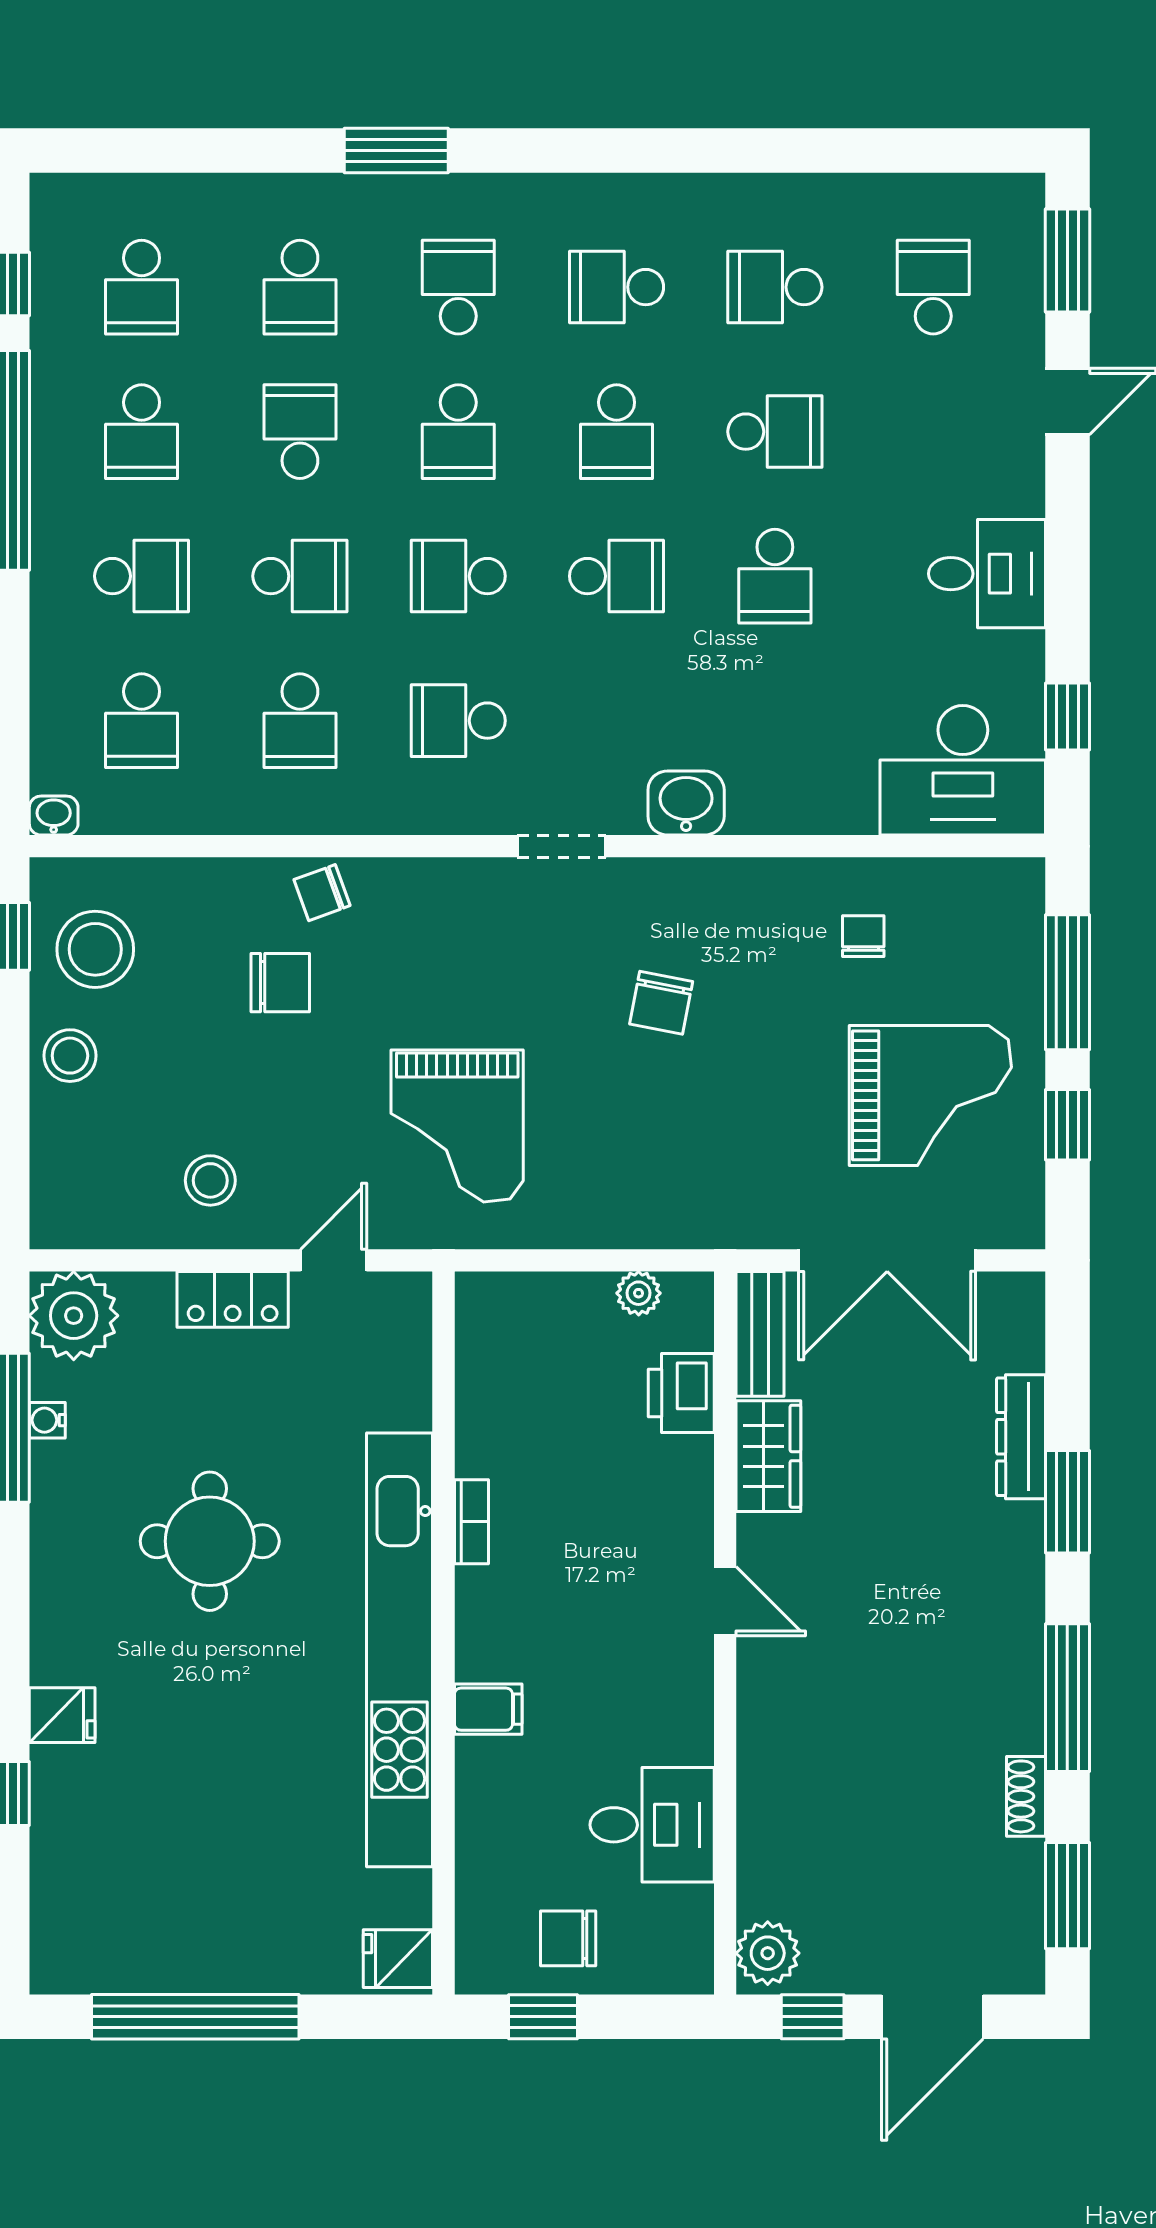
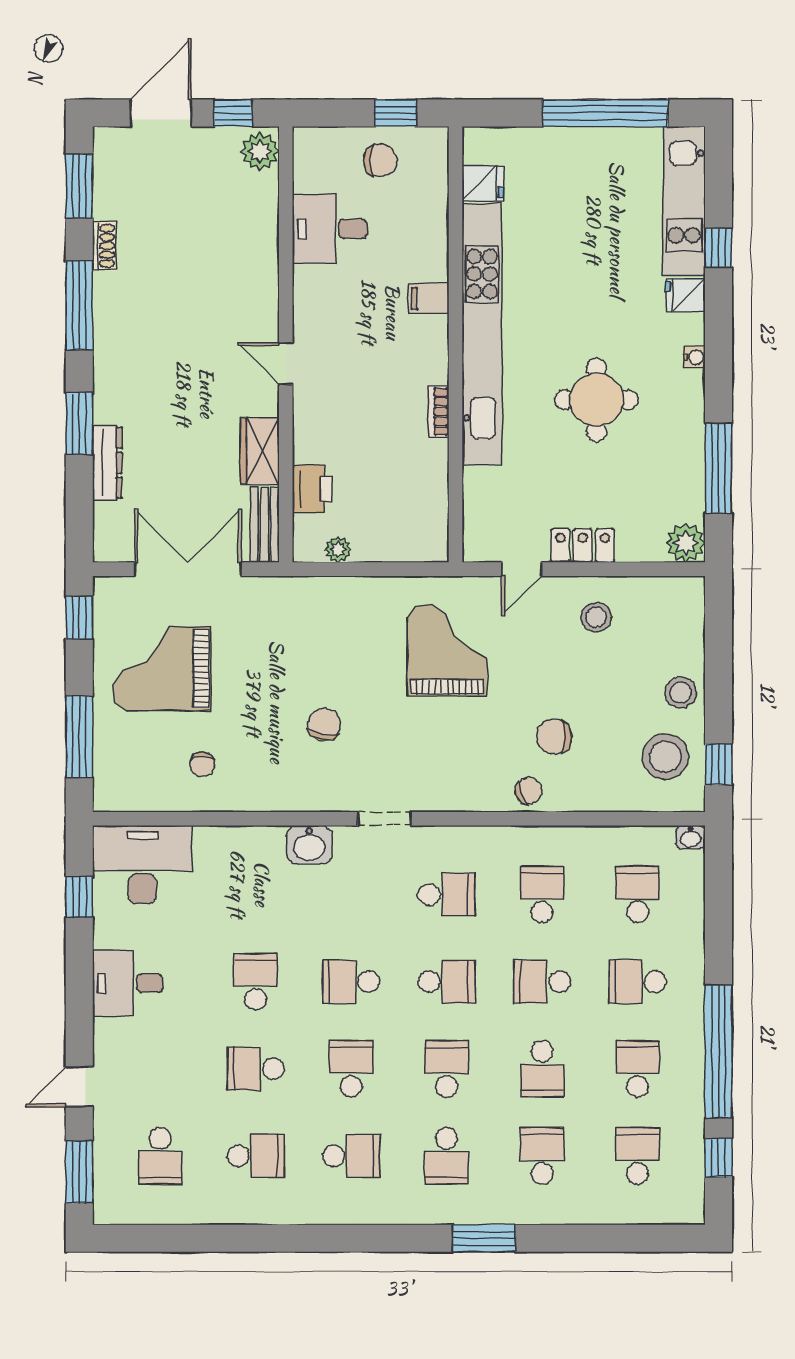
window: (1067, 1125) -> (79, 618), moved
plant: (74, 1316) -> (686, 543), width x0.73, depth x0.73
water cooler: (47, 1420) -> (694, 357), moved
kitchen unit: (64, 1871) -> (684, 201), added
fridge: (398, 1959) -> (483, 183), moved

